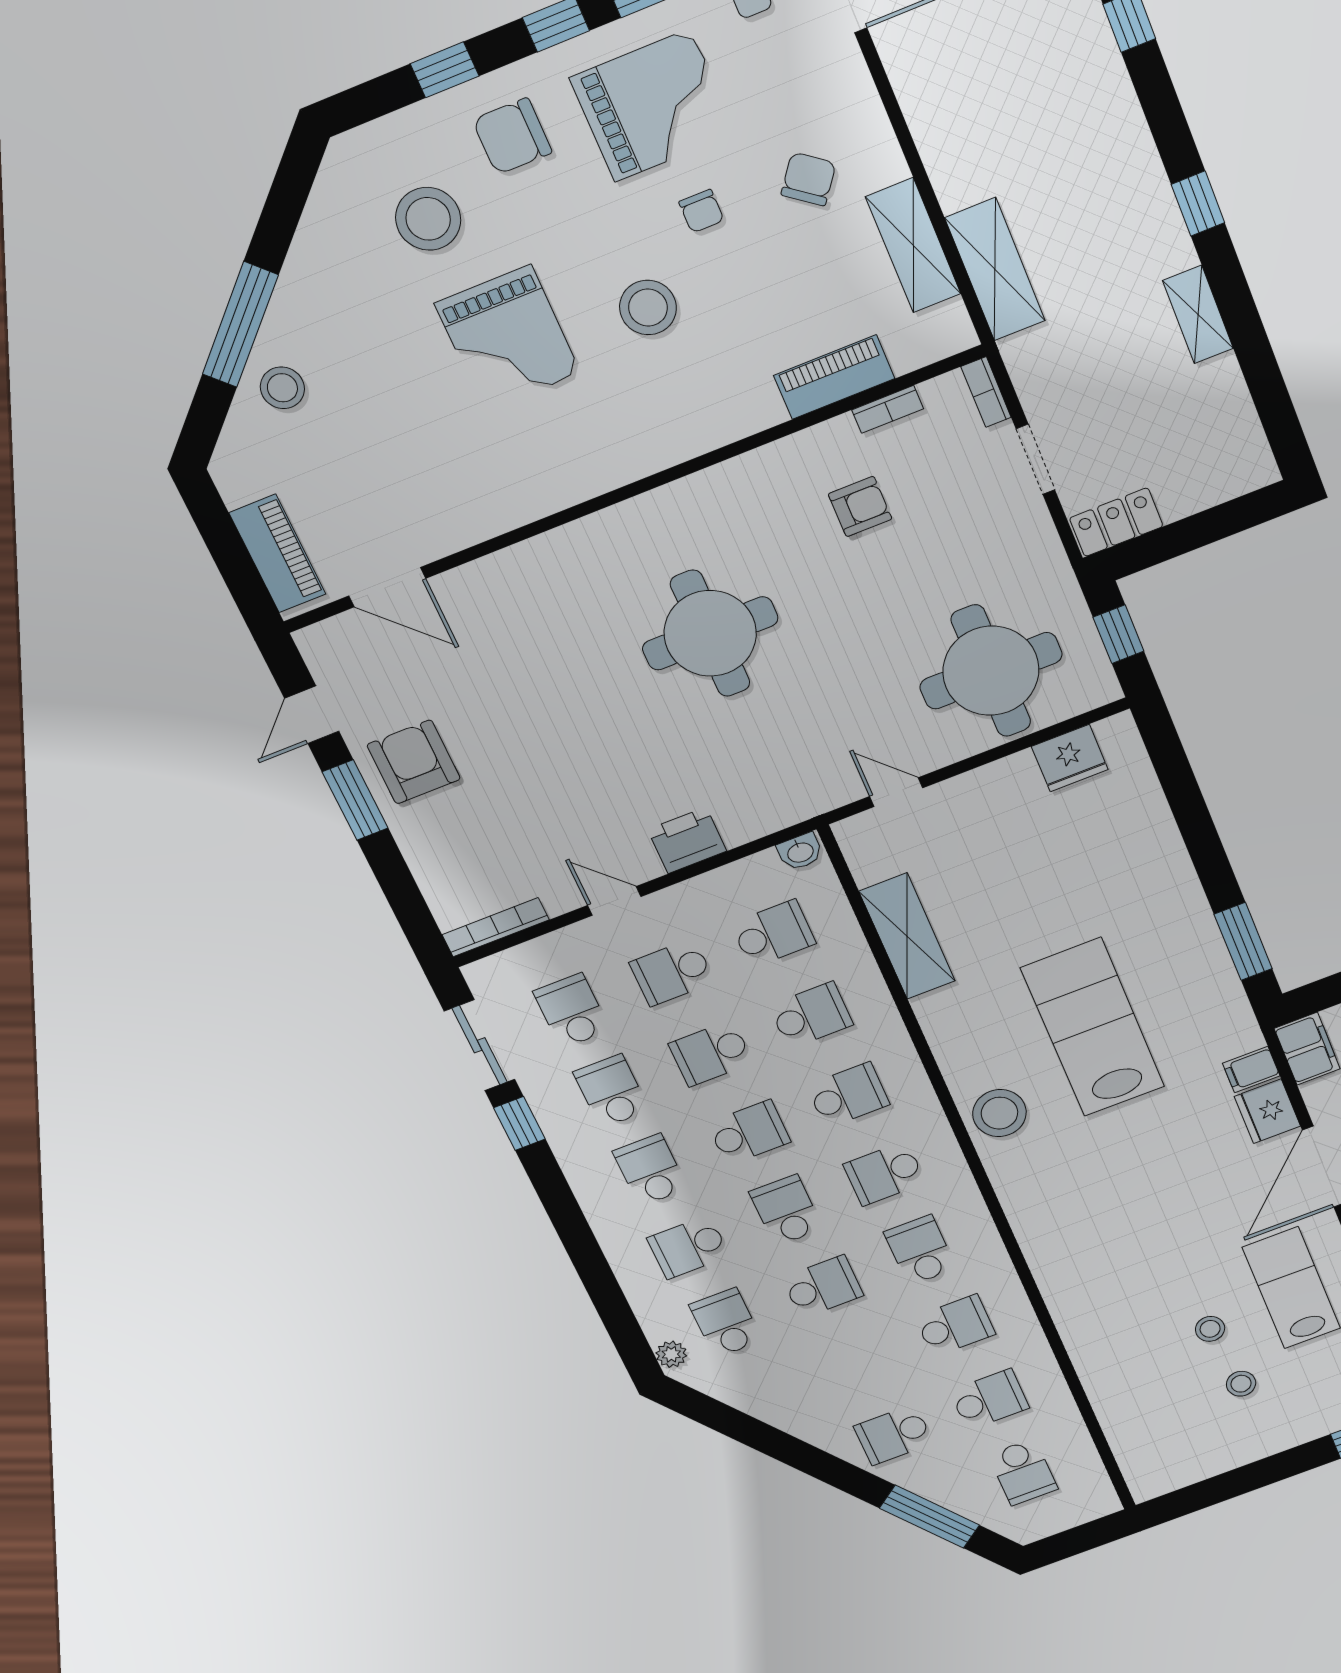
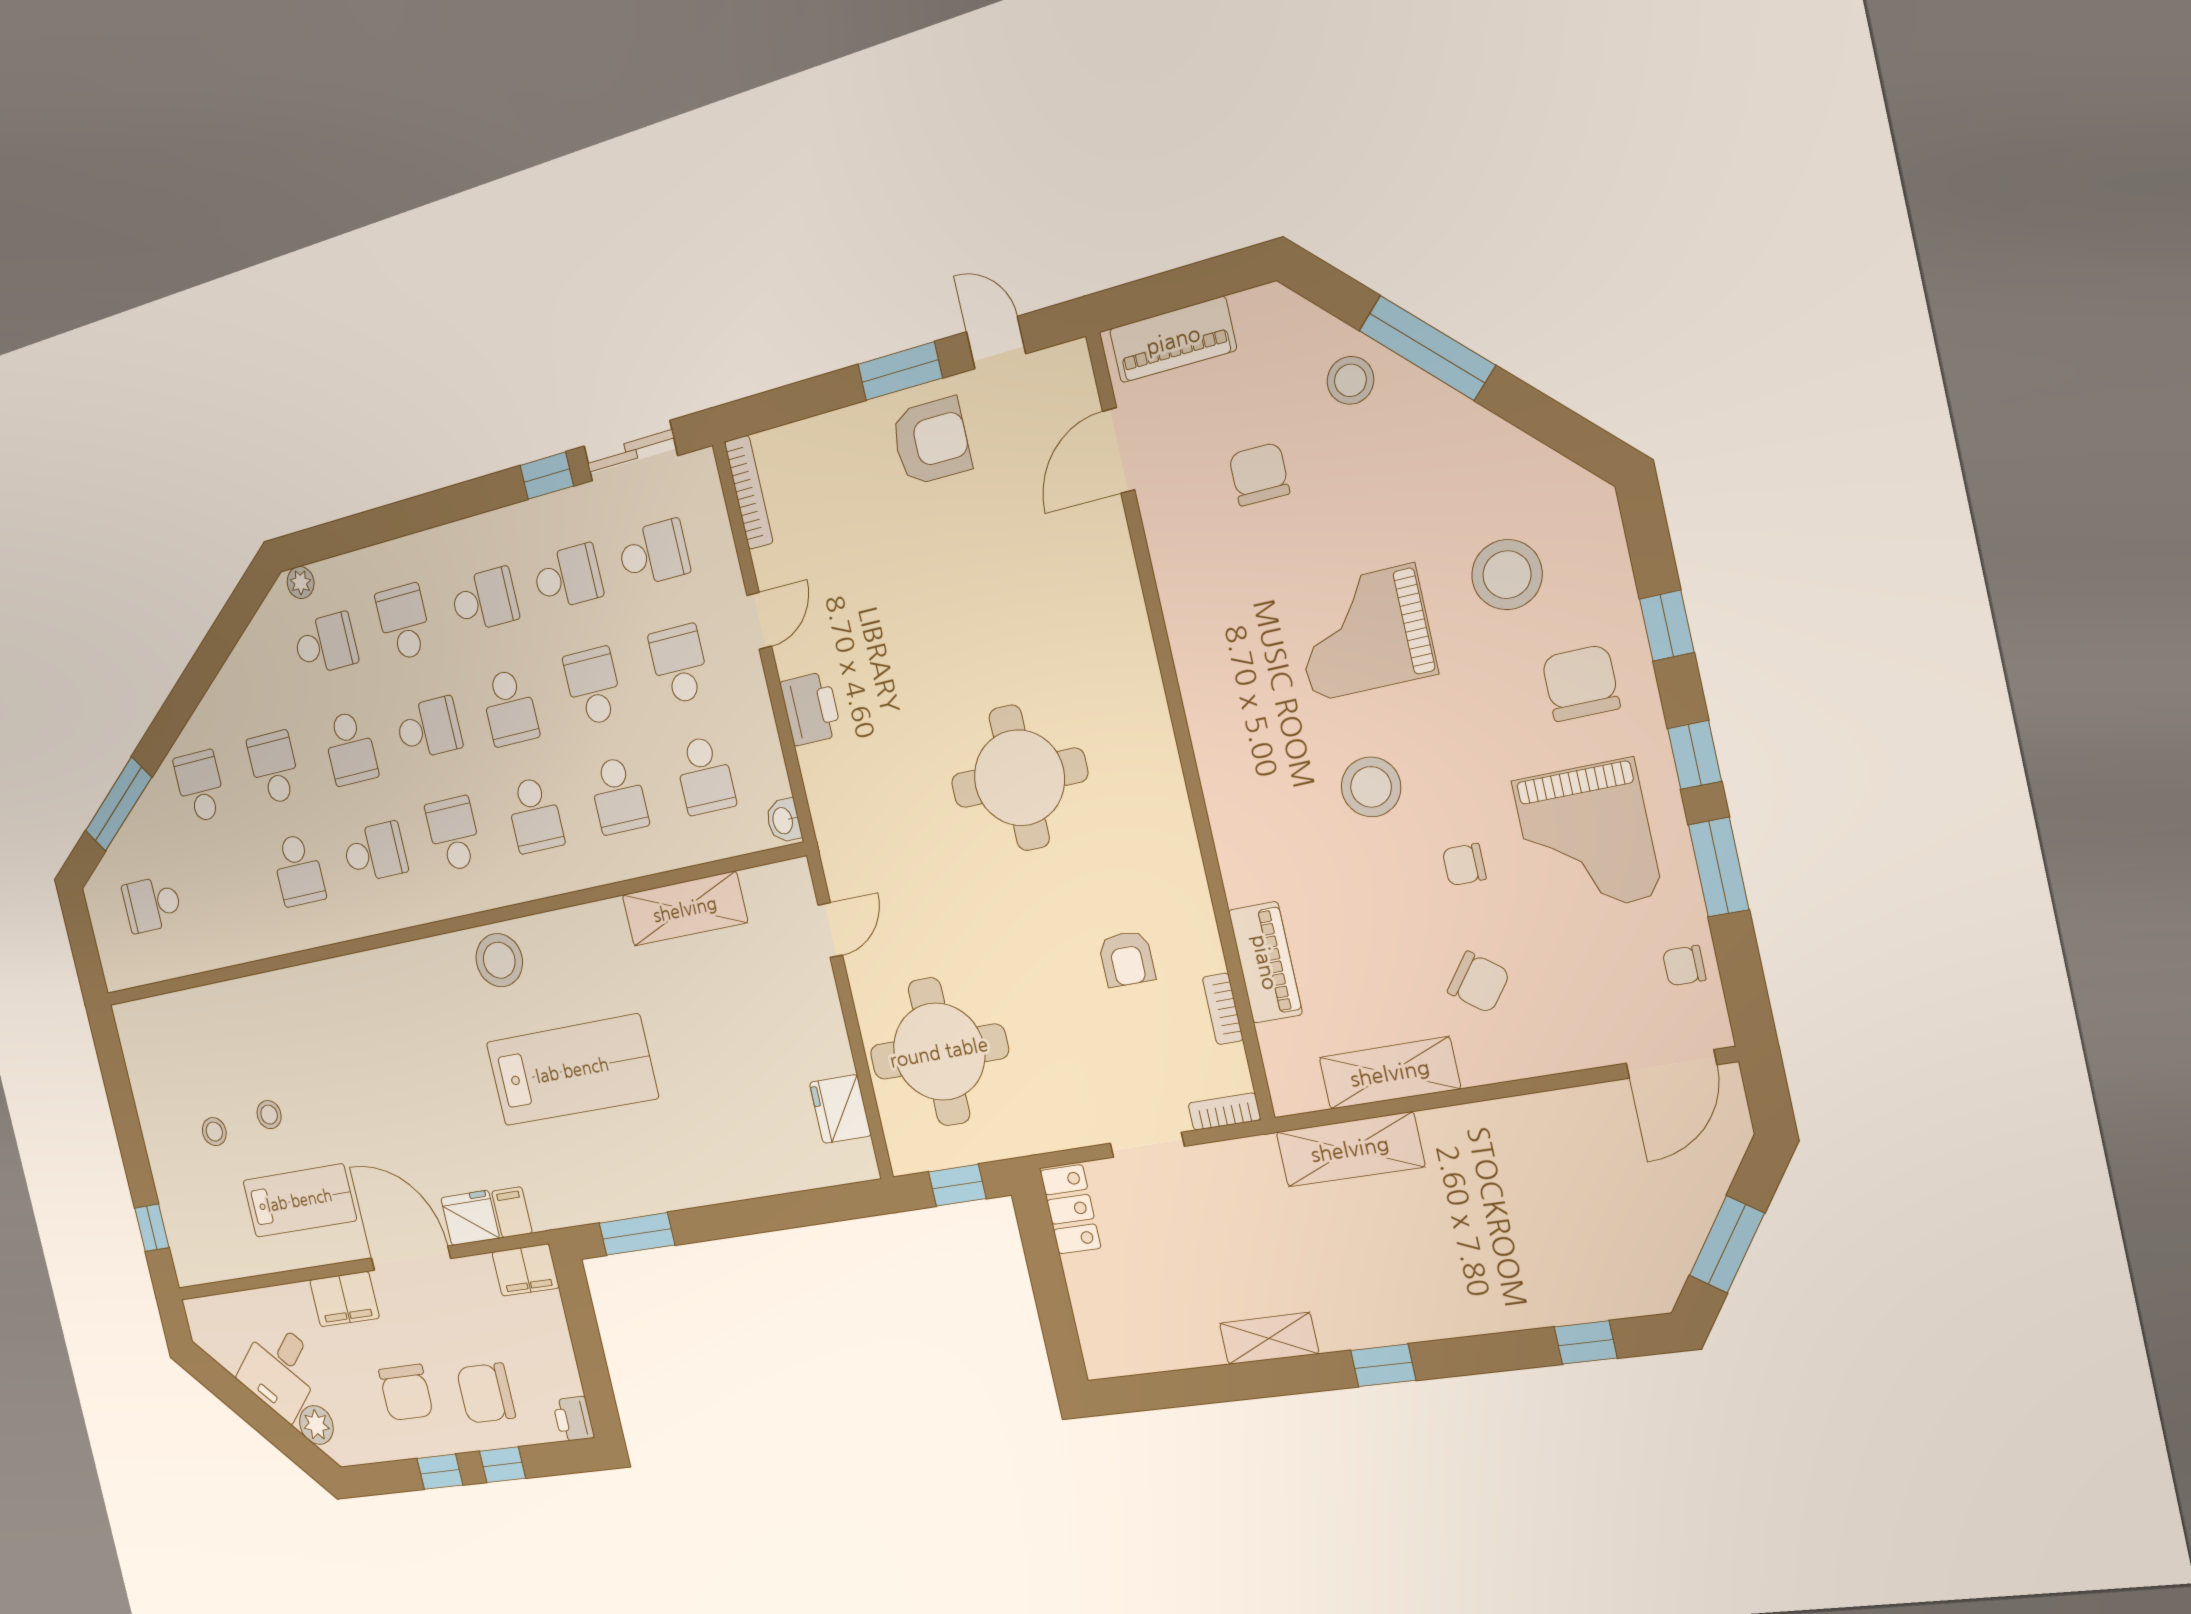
chair: (383, 456) -> (1259, 474), added
school desk: (989, 1399) -> (274, 768), moved, turned 180

